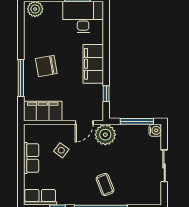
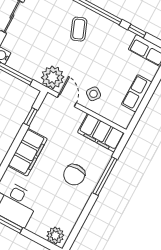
chair: (46, 66) -> (74, 175), turned 100
door: (84, 123) -> (67, 100), hinge flipped
side table: (61, 150) -> (94, 94), moved

